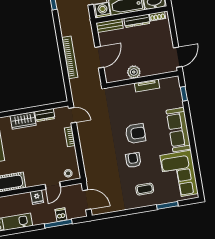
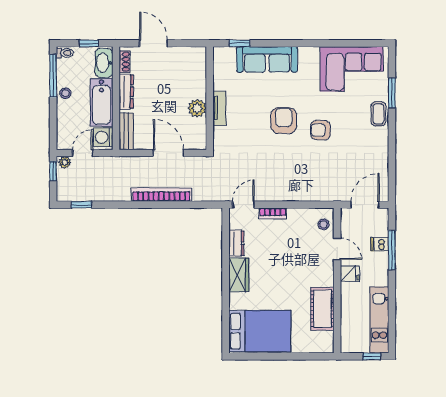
door: (178, 57) -> (153, 43), moved
tv unit: (147, 86) -> (219, 108), moved
sofa: (178, 130) -> (267, 59), moved
coffee table: (145, 189) -> (378, 114), moved

